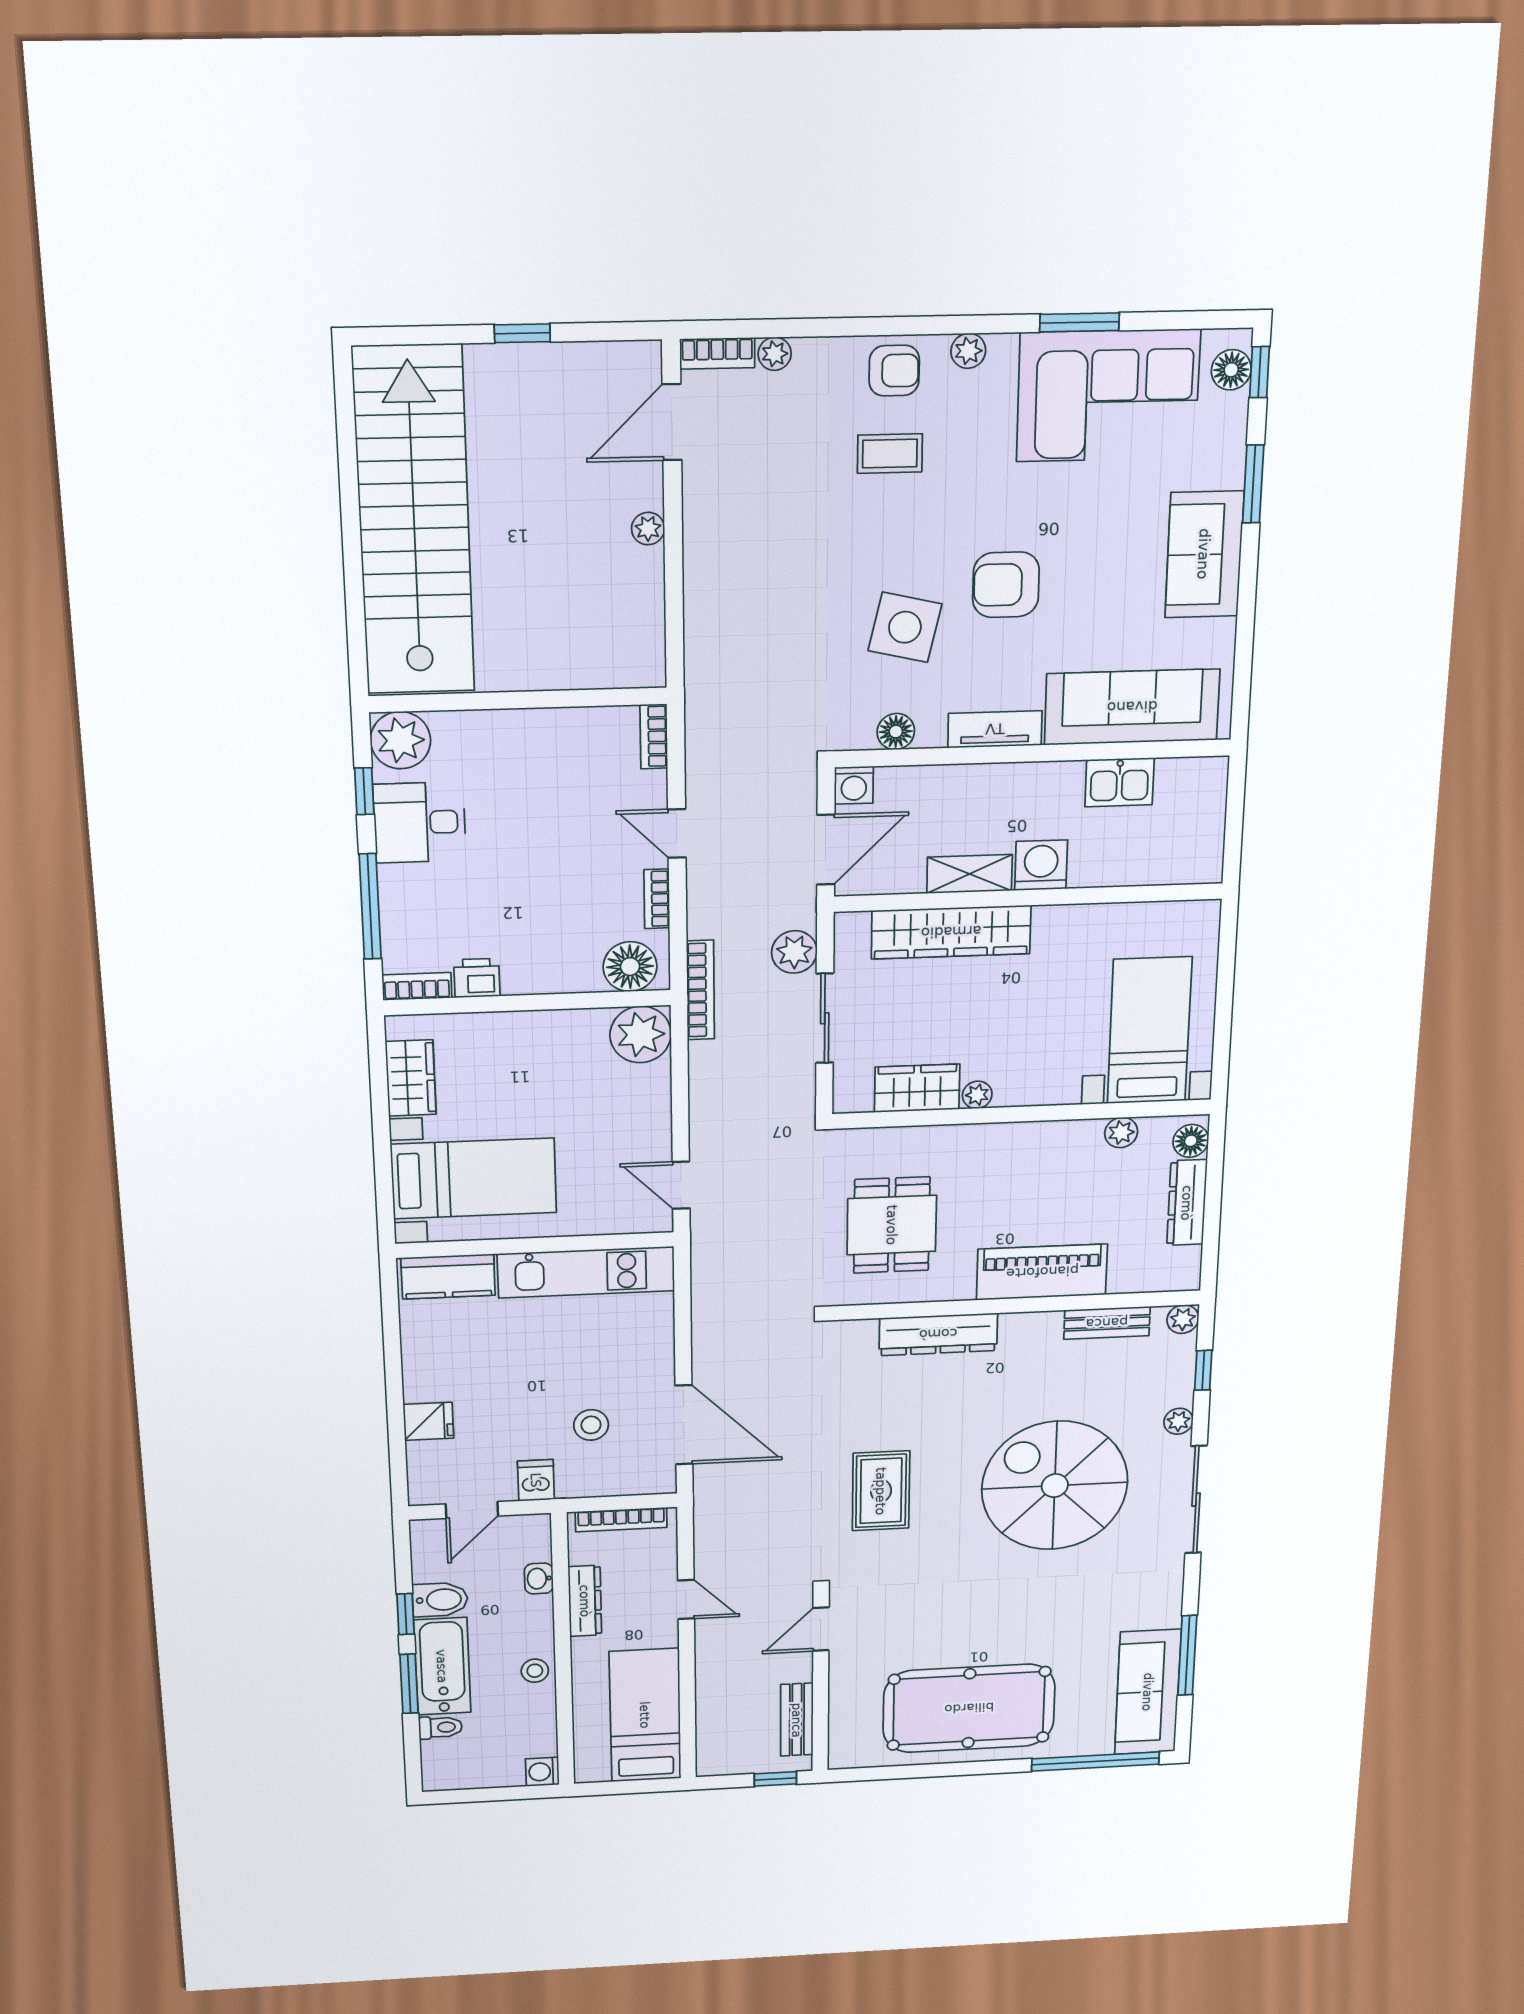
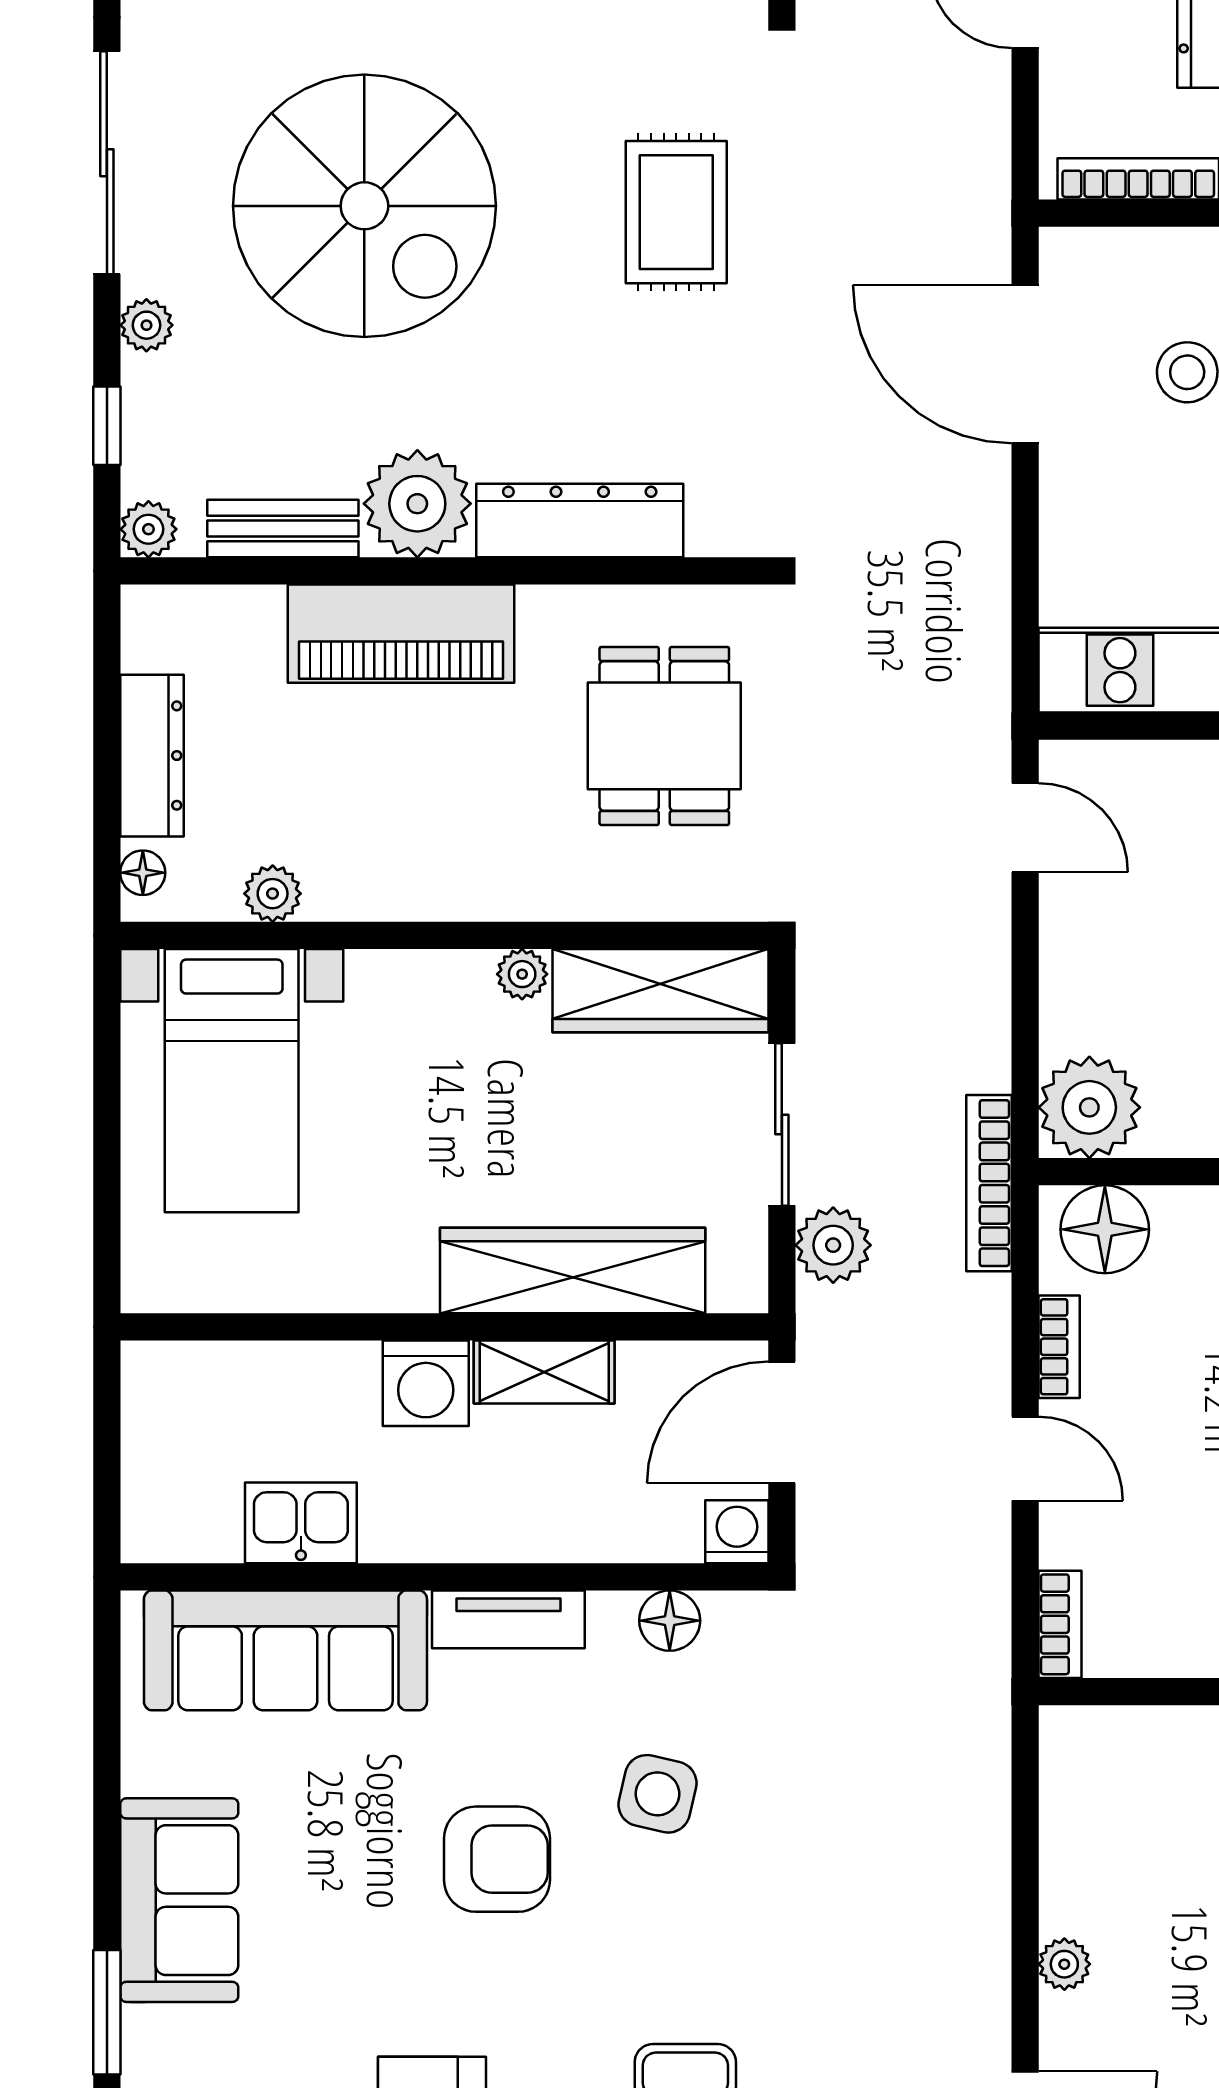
side table: (905, 627) -> (658, 1794), width x0.73, depth x0.73
wardrobe: (917, 1088) -> (661, 991), width x1.50
floor lamp: (1191, 1141) -> (143, 873), width x0.73, depth x0.73
plant: (1030, 1339) -> (417, 504), added

